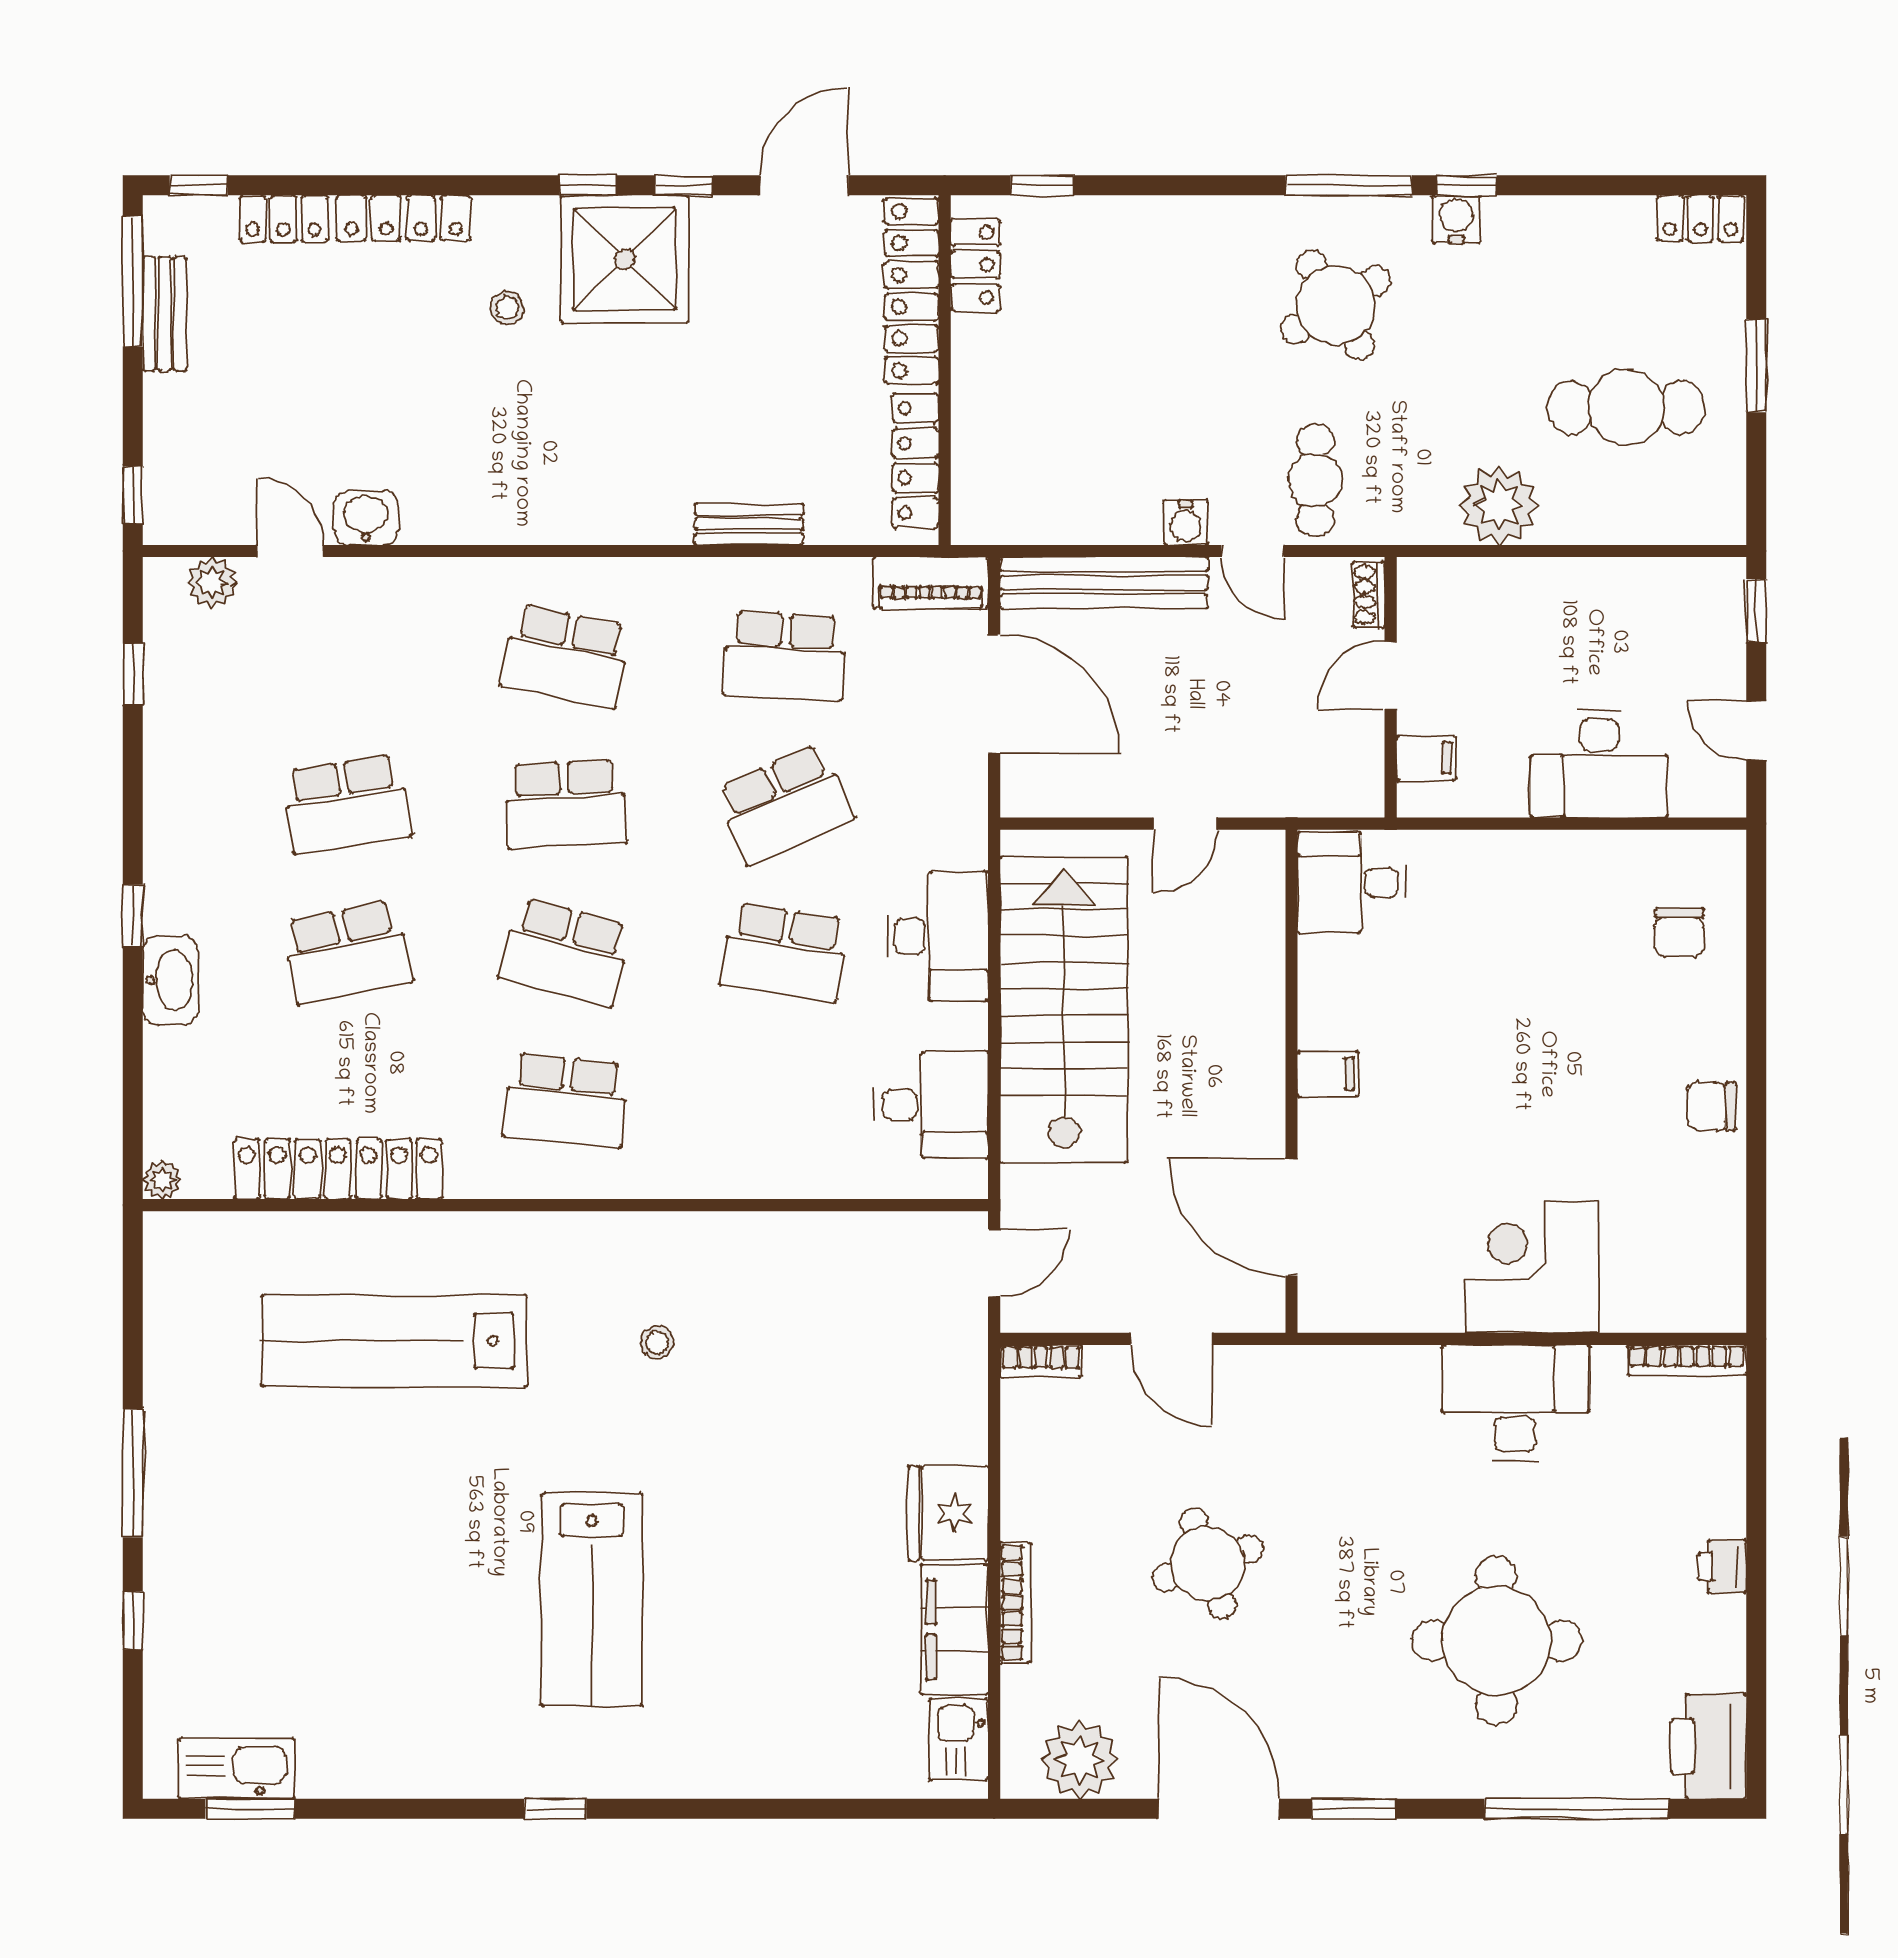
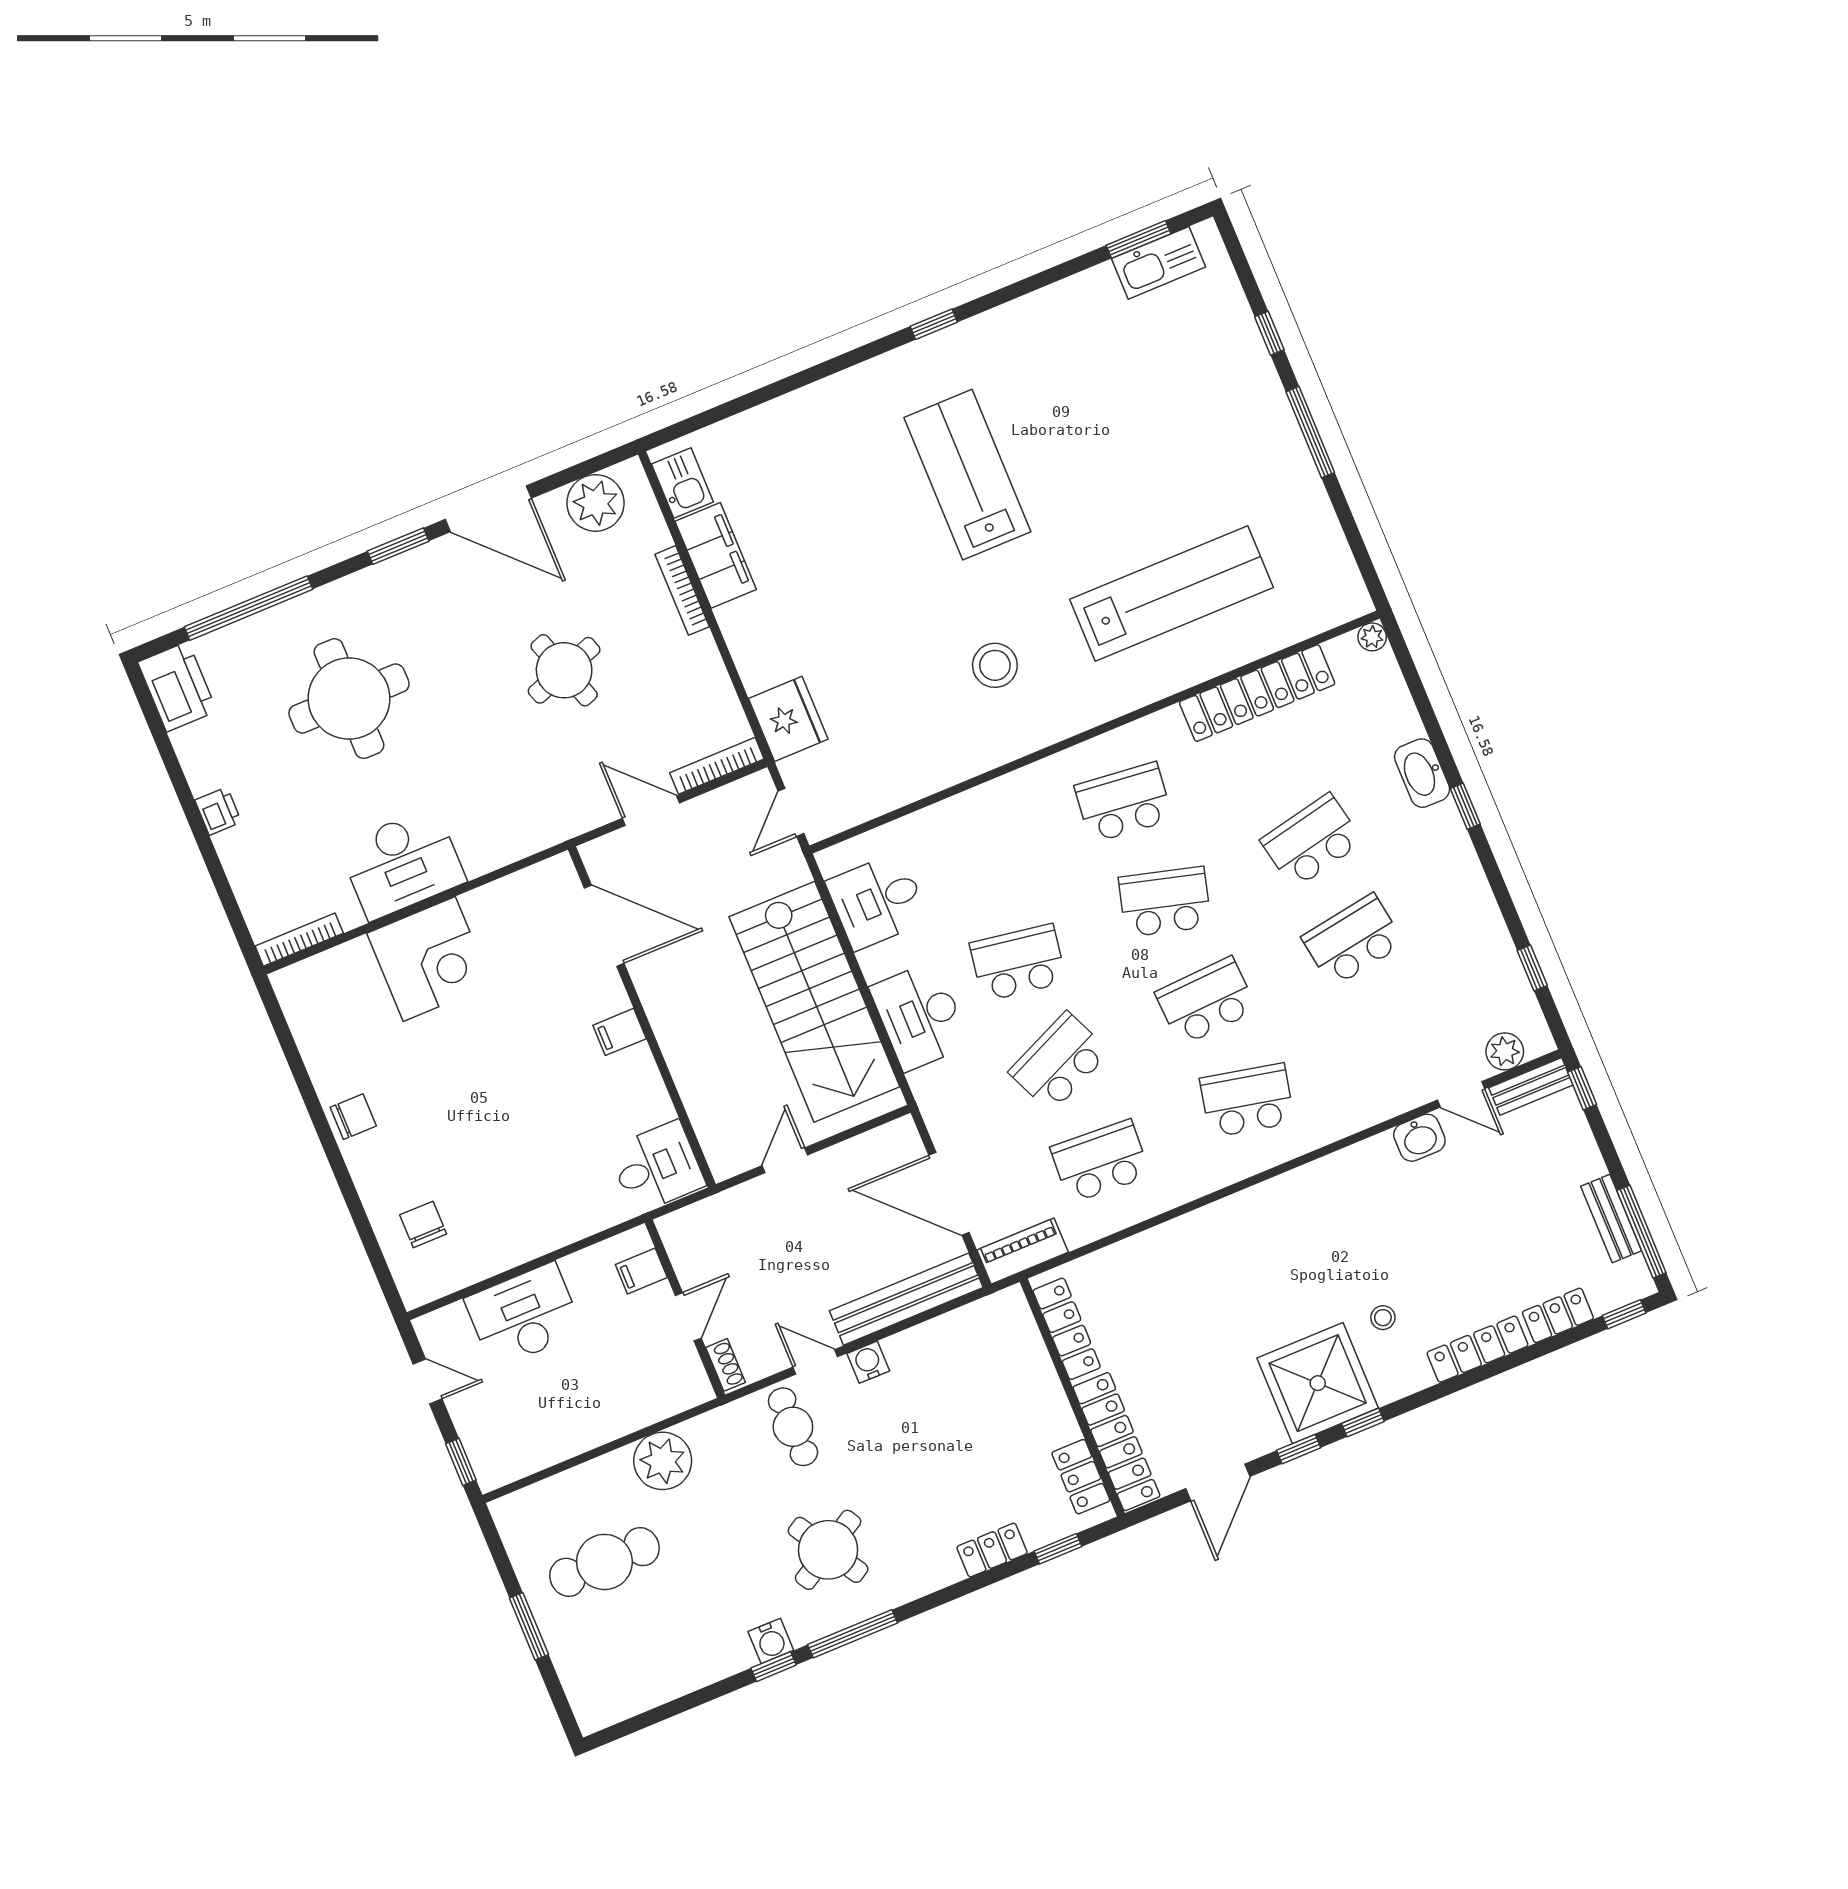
locker: (1700, 218) -> (992, 1550), moved
bench: (749, 524) -> (1531, 1086), moved
stool: (657, 1343) -> (995, 665), width x1.89, depth x1.89
bookcase: (1041, 1361) -> (717, 766), width x1.56
fridge: (948, 1513) -> (788, 719), moved

